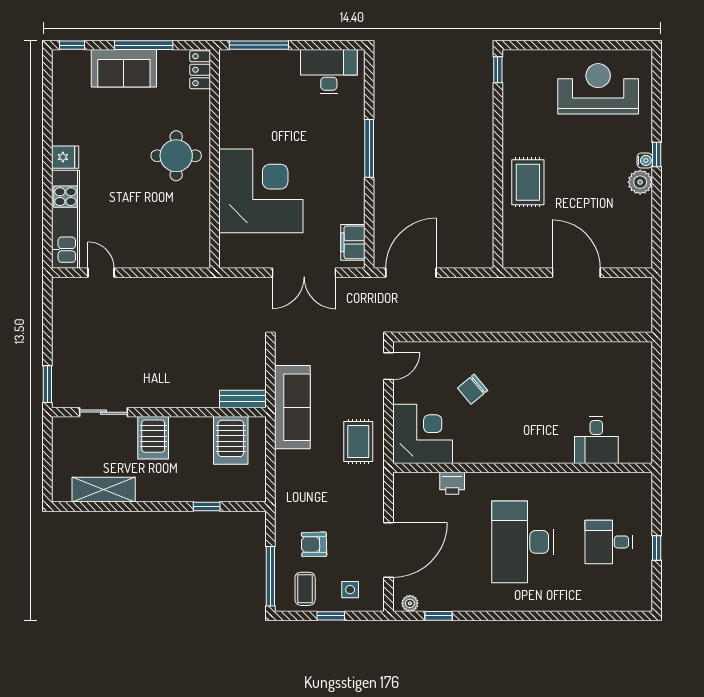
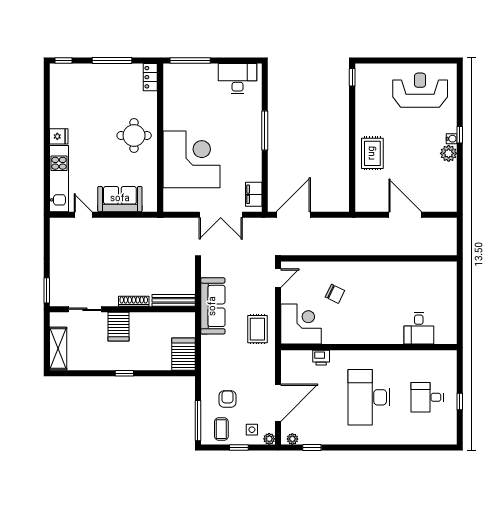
sofa: (124, 68) -> (120, 199), moved, turned 180
chair: (473, 389) -> (335, 294), turned -114
bench: (243, 399) -> (174, 300), width x1.36
shoe rack: (176, 400) -> (134, 301), added
server rack: (231, 440) -> (183, 354), moved, turned 180
shelving: (104, 490) -> (58, 348), moved, turned 90
window: (207, 507) -> (124, 373), moved
armchair: (314, 544) -> (227, 399), turned 91
plant: (376, 603) -> (269, 439), added

